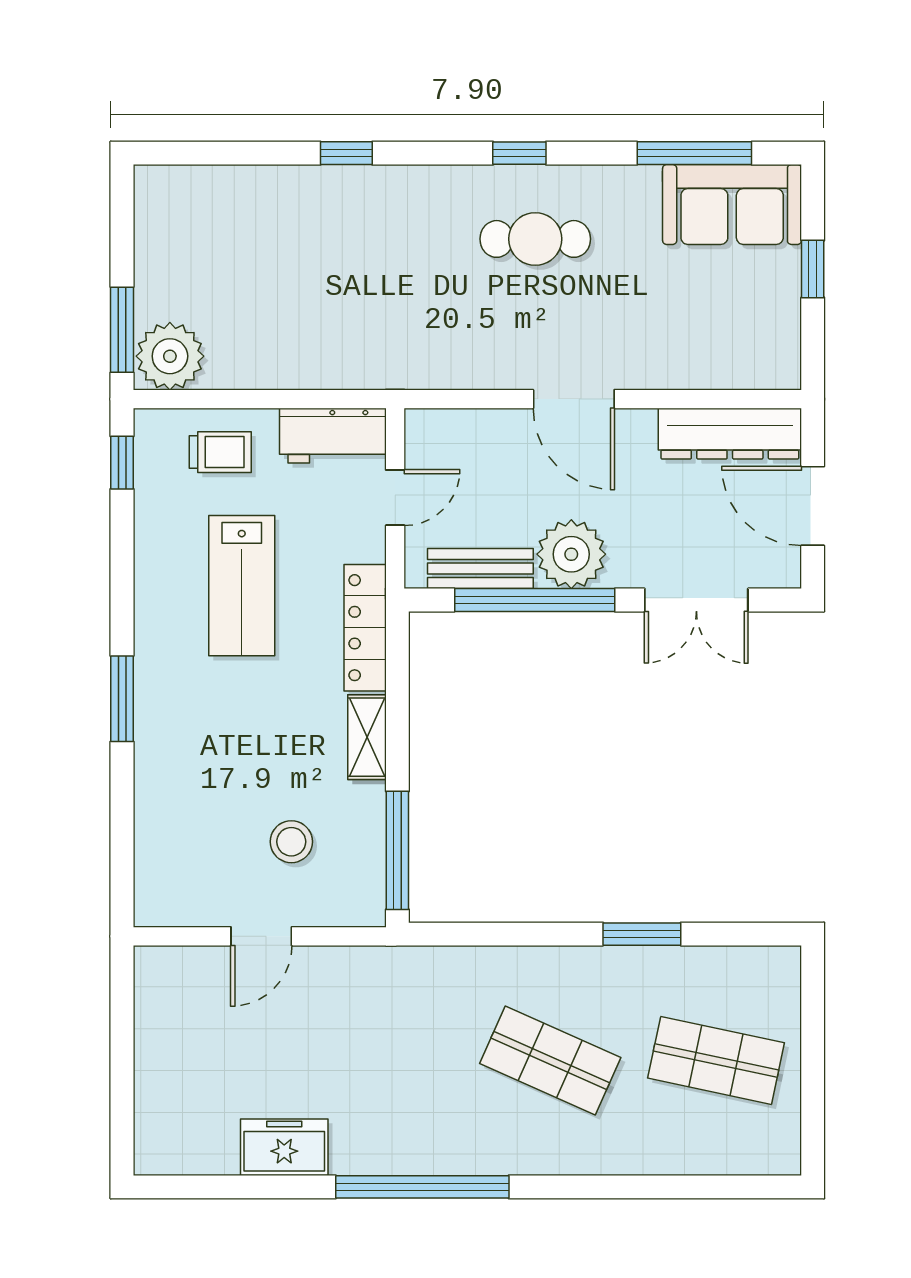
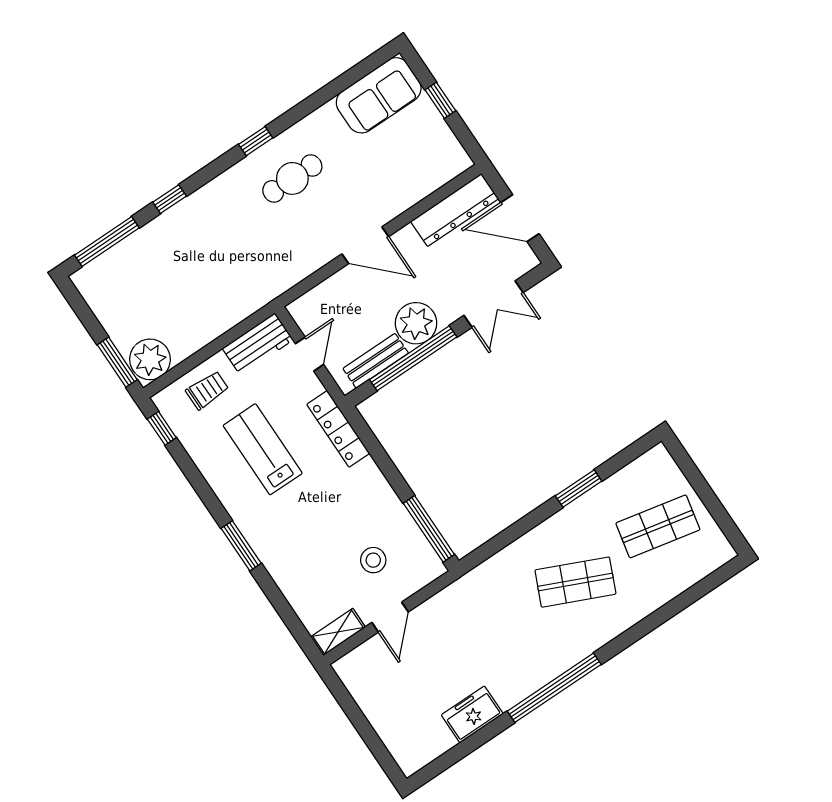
window: (694, 153) -> (107, 241), moved
lab bench: (242, 586) -> (263, 449), turned 180
shelving: (367, 737) -> (338, 632), moved, turned 90

